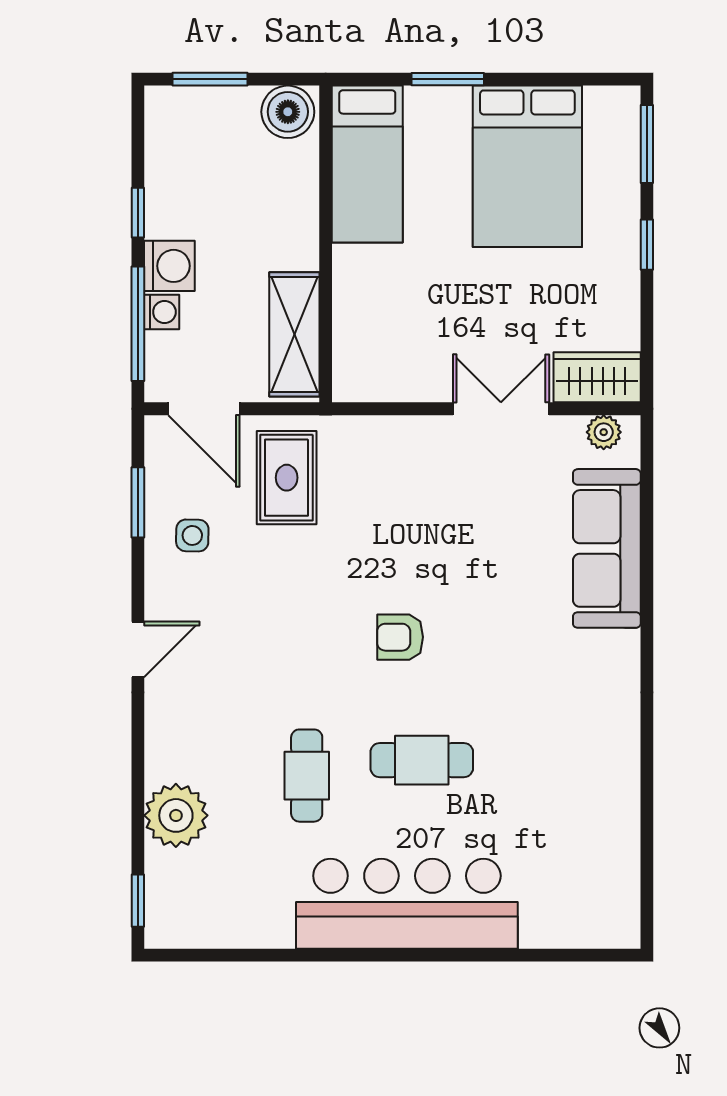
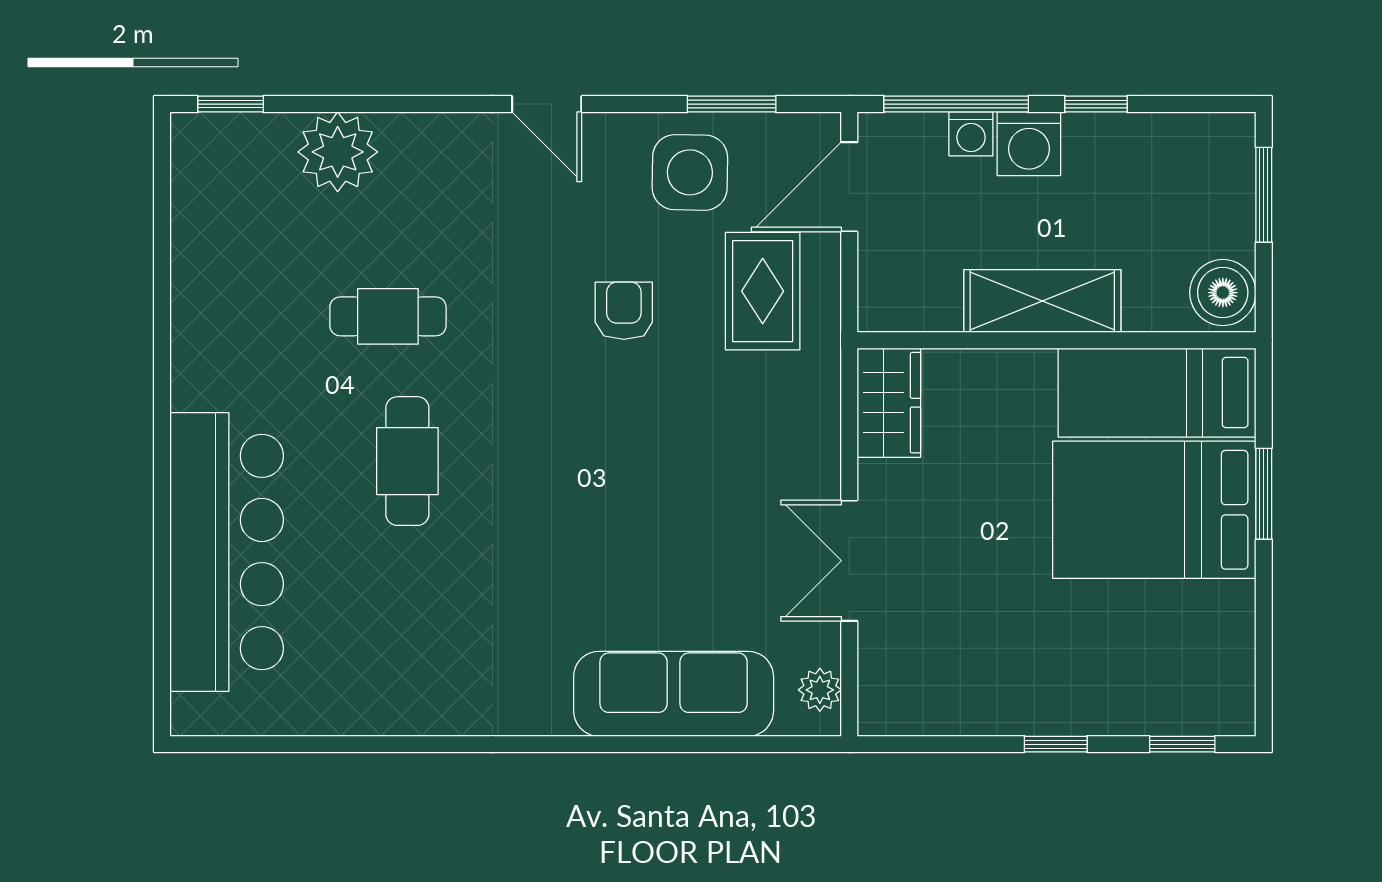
window: (647, 144) -> (1182, 744), width x0.67
bed: (527, 166) -> (1154, 510), moved
shelving: (294, 334) -> (1042, 301), moved
wardrobe: (597, 377) -> (889, 403), moved
double door: (501, 409) -> (849, 561), swing flipped
rug: (287, 478) -> (763, 291), turned 90
side table: (192, 535) -> (690, 172), width x1.87, depth x1.87
armchair: (400, 637) -> (624, 311), moved
bar counter: (407, 904) -> (227, 552), moved

